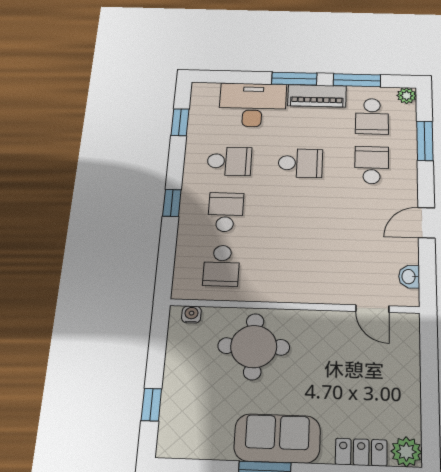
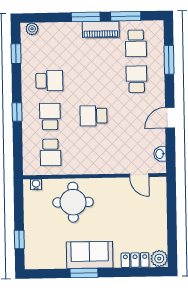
plant: (407, 96) -> (32, 29), moved
desk: (253, 105) -> (61, 38), removed
school desk: (300, 163) -> (94, 116), moved, turned 180

